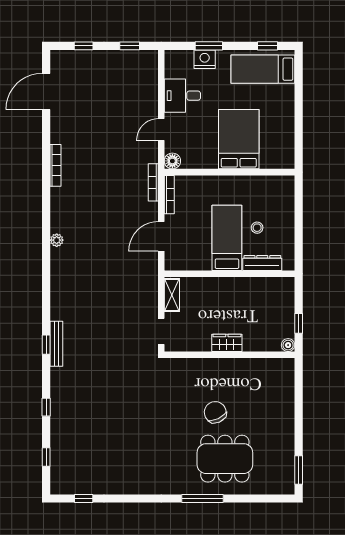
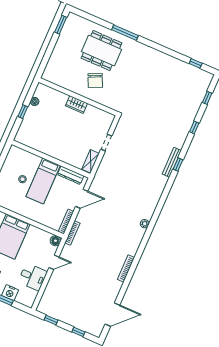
dresser: (262, 263) -> (71, 175), moved
wardrobe: (227, 343) -> (76, 105), moved
wall: (229, 355) -> (78, 97), moved

